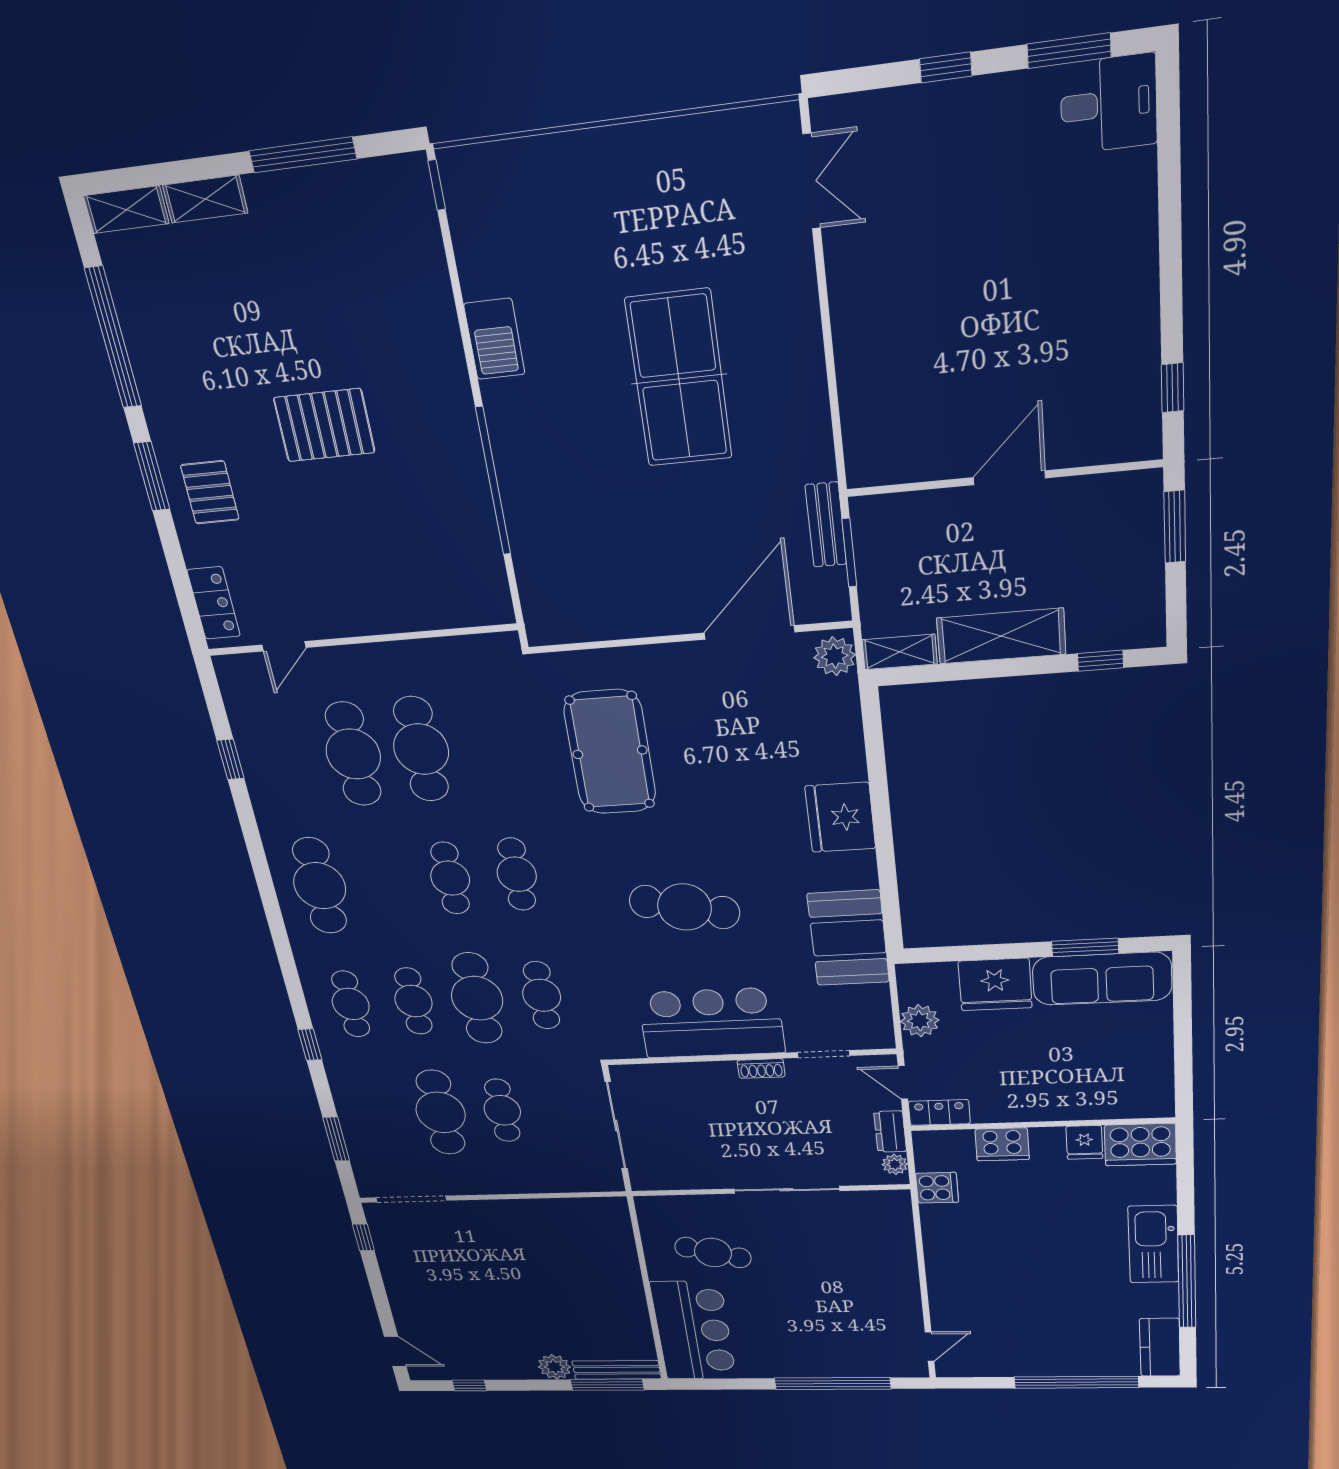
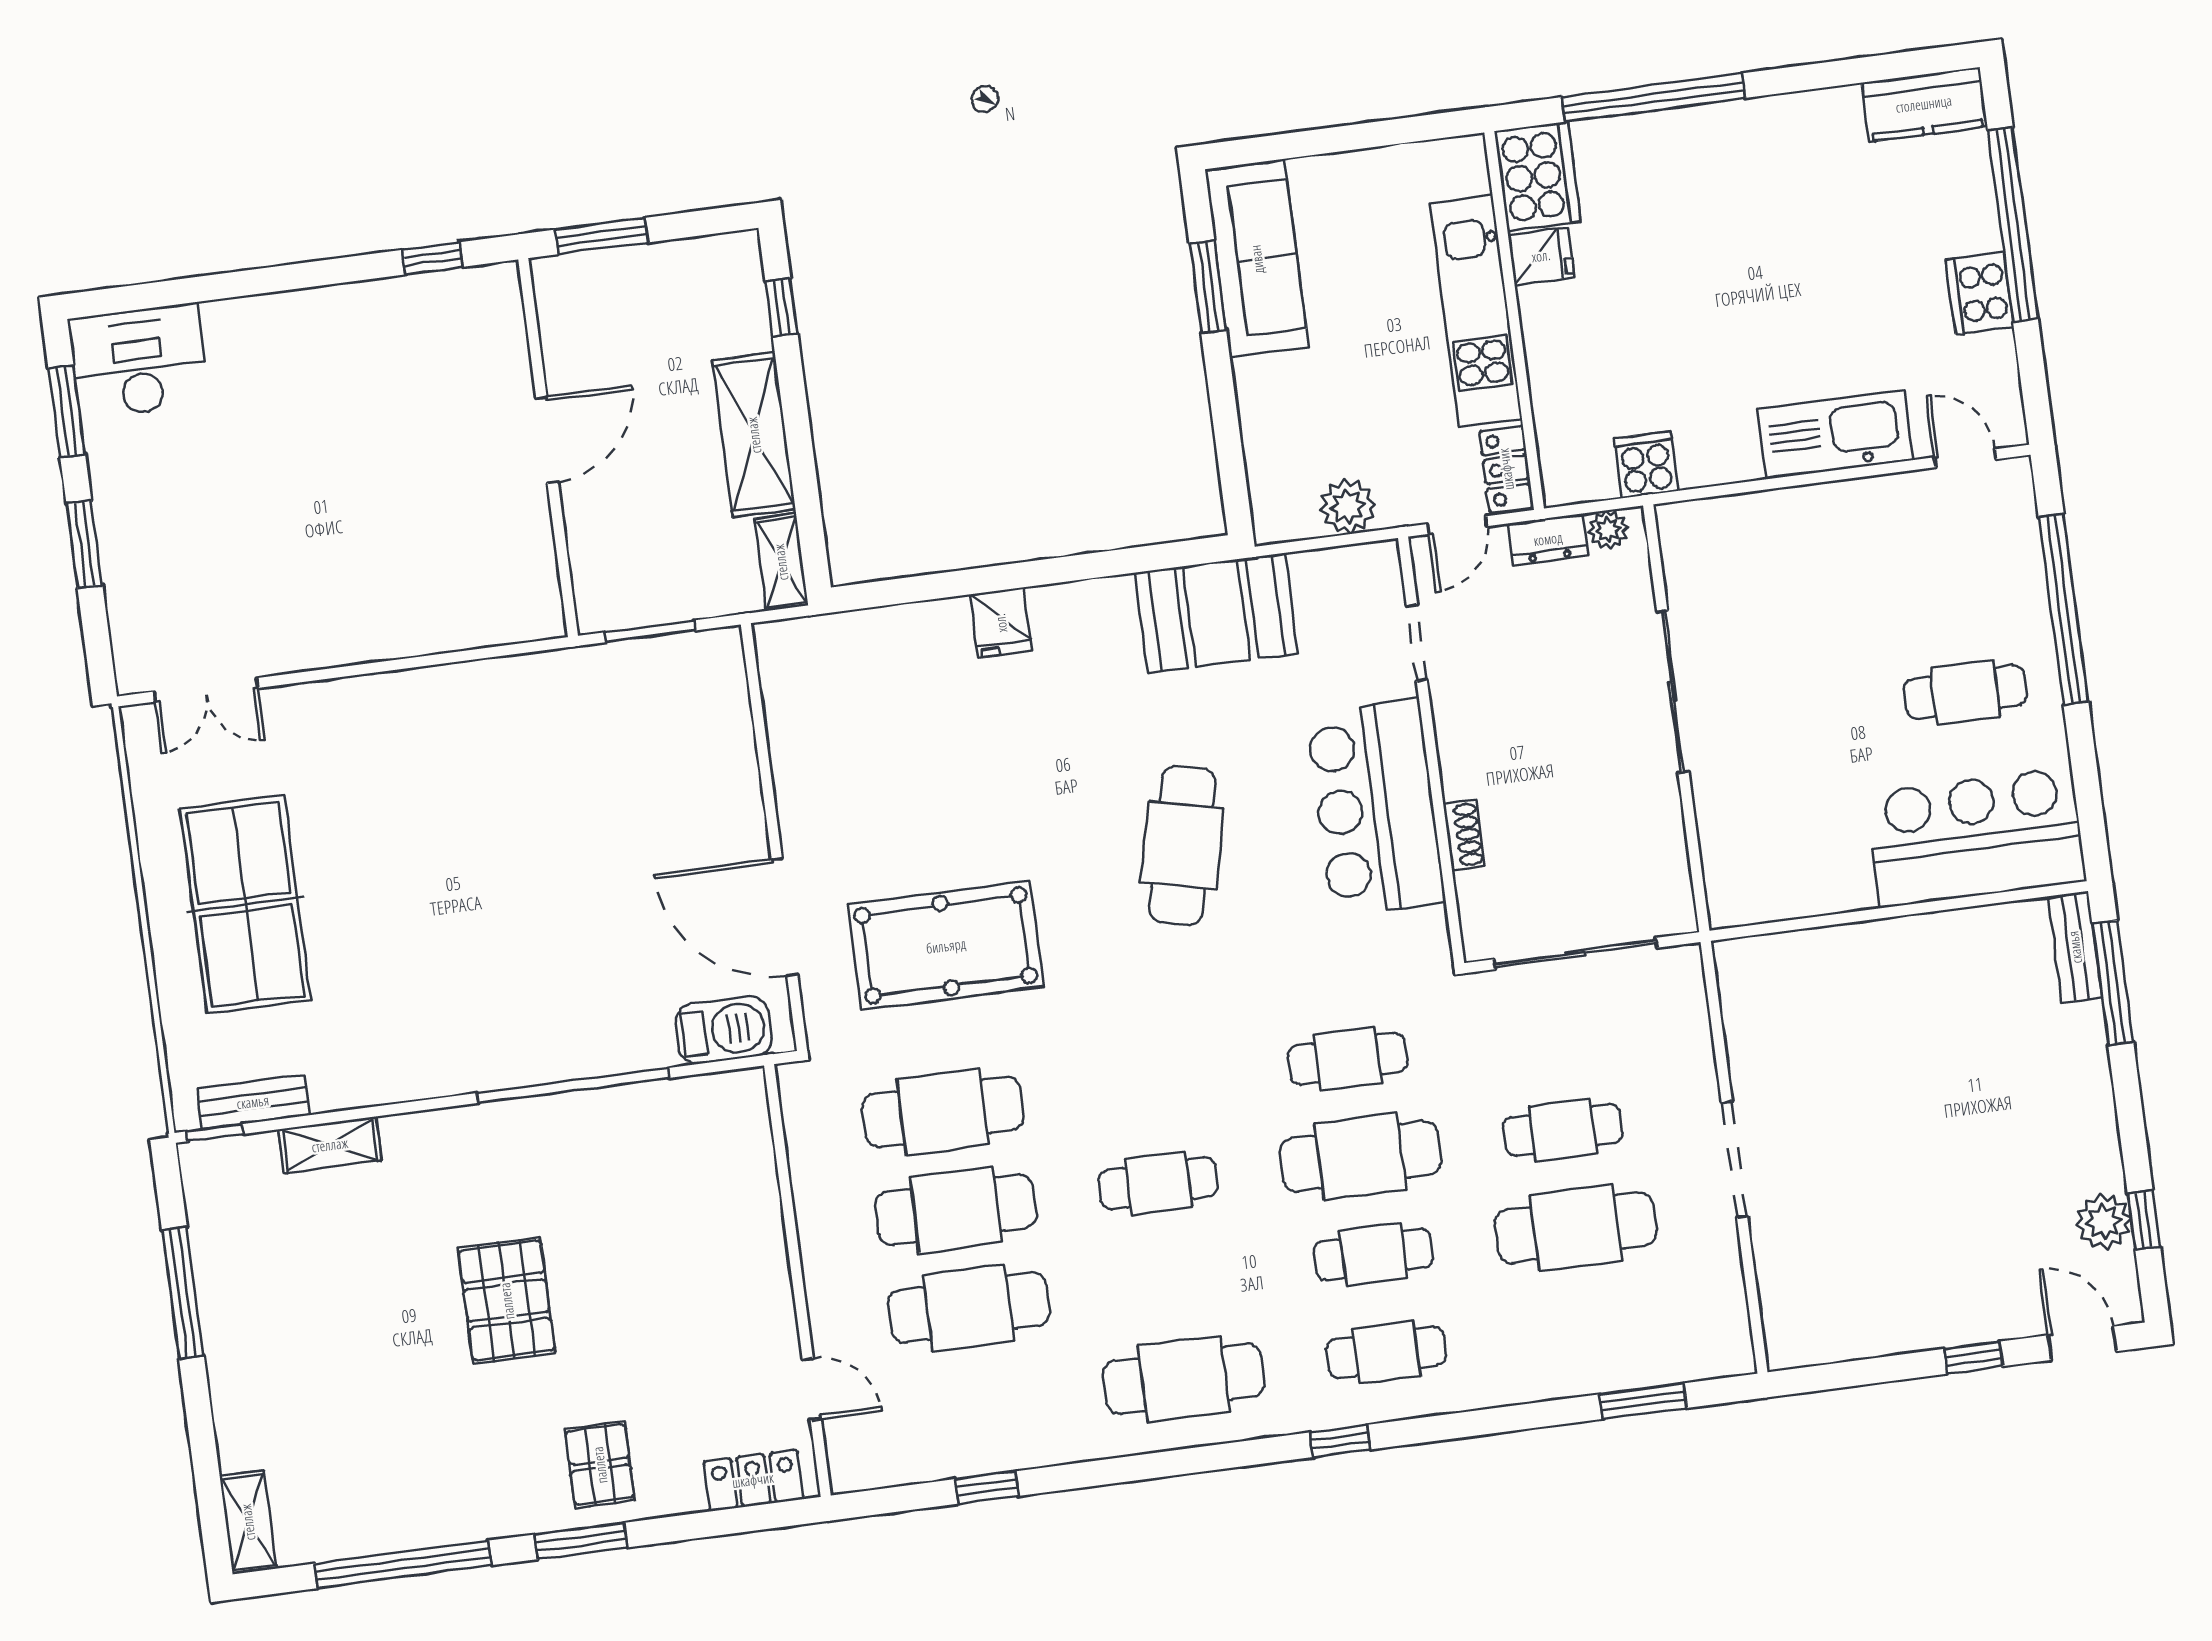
window: (946, 67) -> (84, 544), width x1.50
desk: (1109, 104) -> (139, 361), width x1.37
double door: (812, 181) -> (206, 690), swing flipped
shelving: (205, 199) -> (330, 1145), moved, turned 90
barbecue: (494, 339) -> (724, 1030), moved
table tennis table: (679, 379) -> (245, 904), moved, turned 90
door: (1009, 478) -> (547, 440), swing flipped
pallet: (210, 492) -> (600, 1465), turned 90
bench: (826, 525) -> (253, 1102), moved
door: (749, 632) -> (784, 917), moved
plant: (835, 656) -> (791, 645), removed
fridge: (840, 817) -> (1001, 623), width x0.53, depth x0.75
cafe table: (517, 874) -> (943, 1112), moved, width x1.37, depth x1.35
fridge: (995, 984) -> (1278, 405), removed
window: (310, 1045) -> (1340, 1441), moved
shoe rack: (761, 1069) -> (1464, 835), moved
kitchen unit: (1050, 1103) -> (1476, 311), added
cooker: (1002, 1144) -> (1980, 293), moved, turned 180
doorway: (411, 1199) -> (1734, 1159), moved
window: (363, 1237) -> (1973, 1358), moved
kitchen sink: (1153, 1244) -> (1835, 434), moved, turned 180
cafe table: (713, 1253) -> (1965, 692), moved, turned 74
window: (1187, 1282) -> (1654, 98), moved
door: (395, 1352) -> (2082, 1343), hinge flipped
plant: (554, 1367) -> (2104, 1222), moved
bench: (617, 1370) -> (2075, 947), width x0.73

